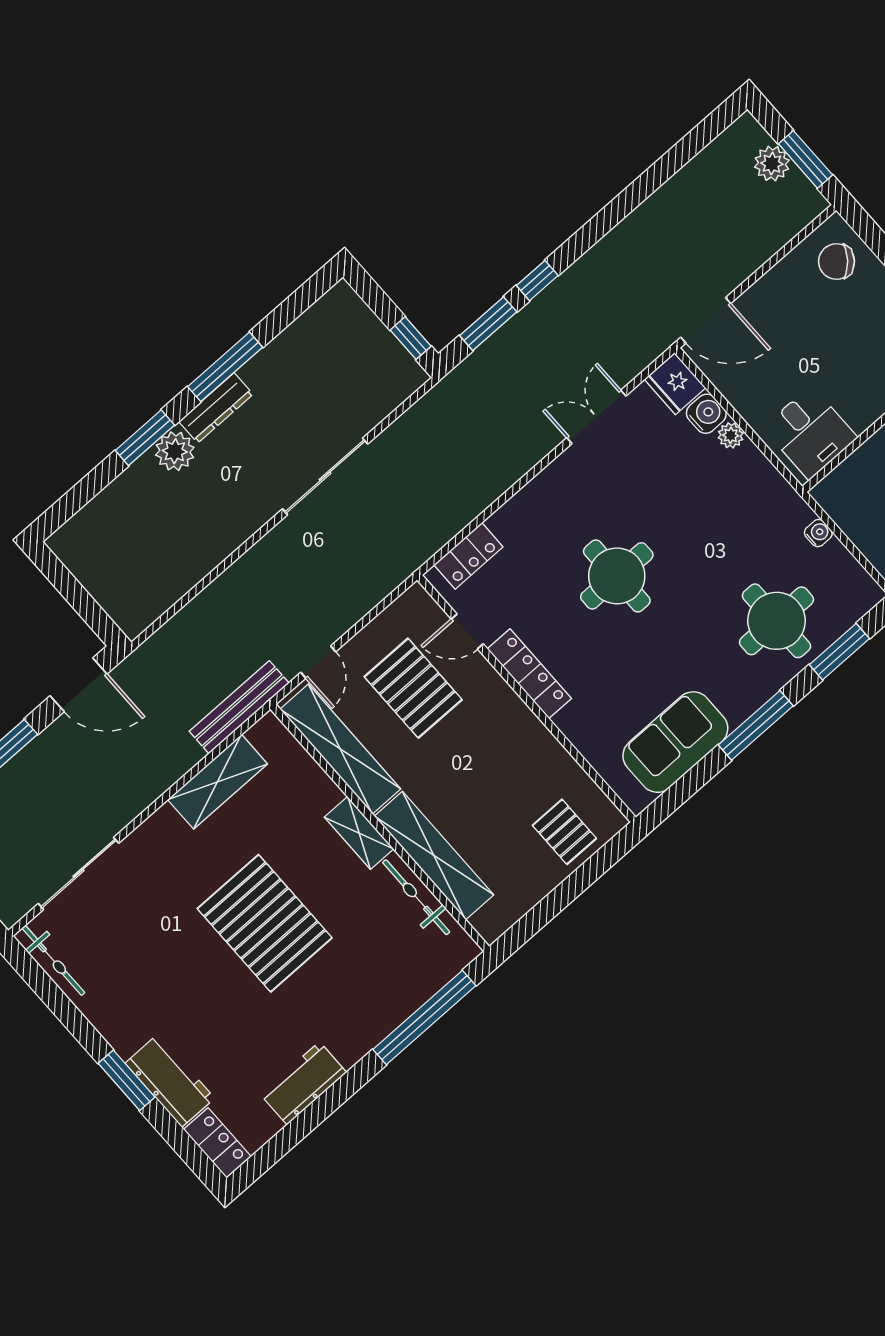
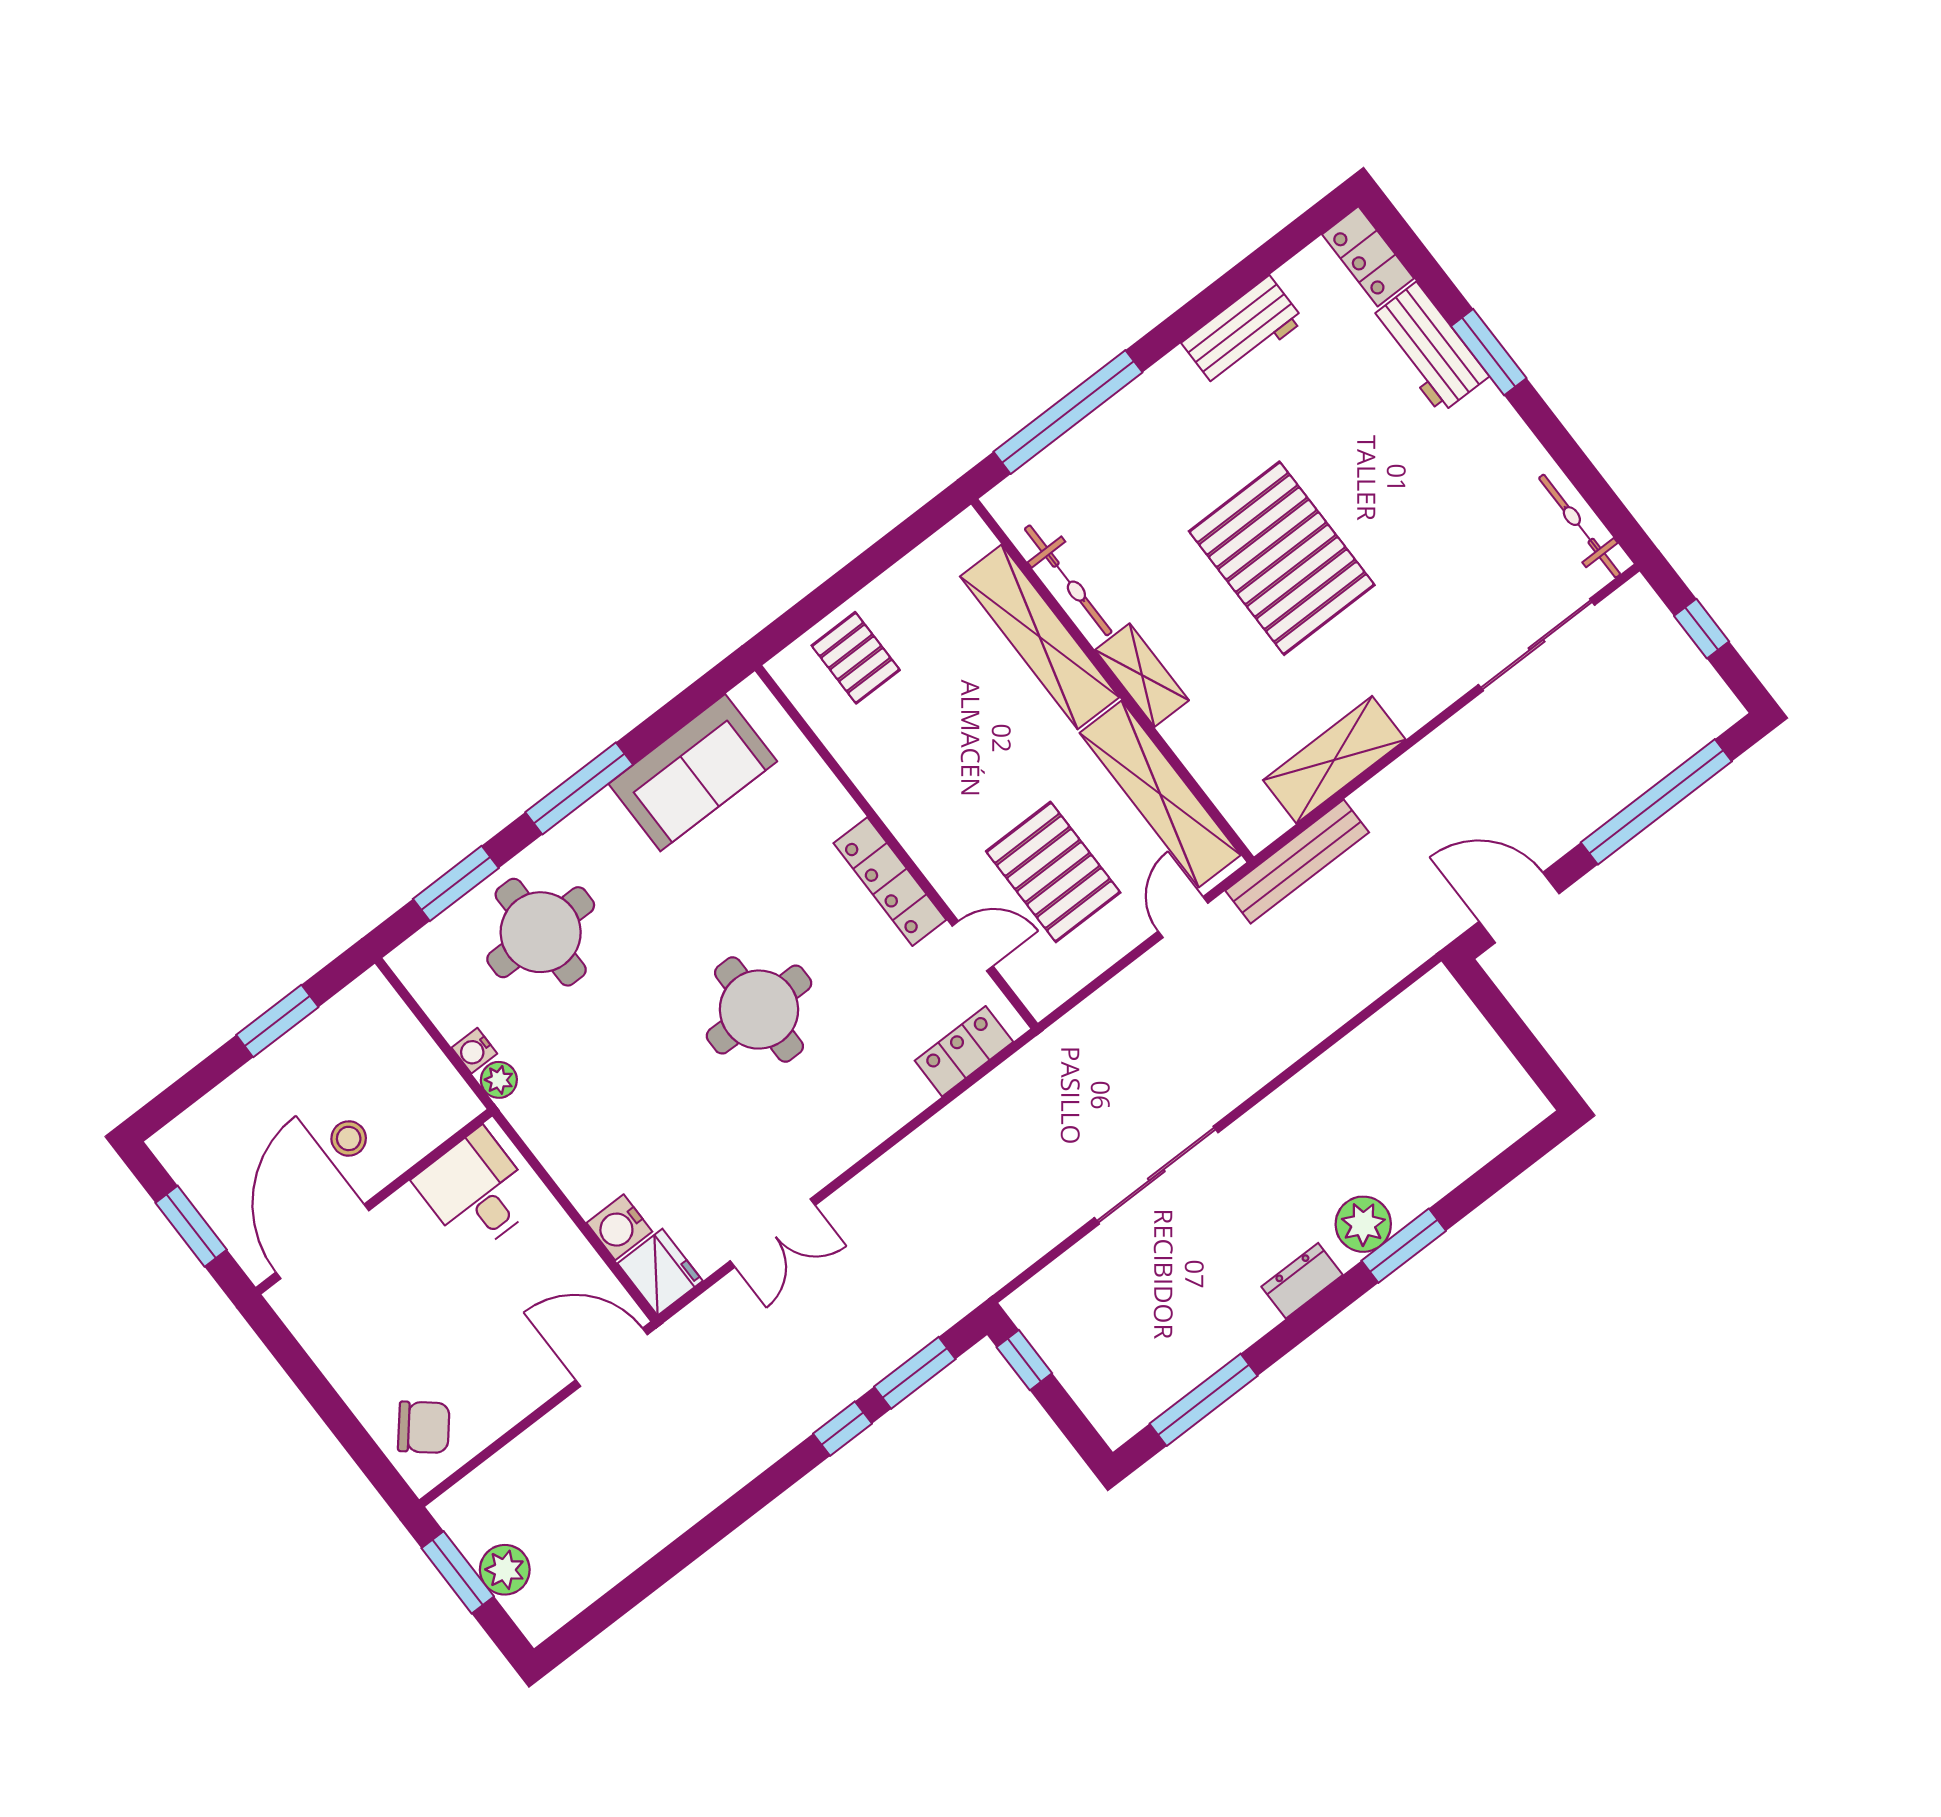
window: (225, 367) -> (1204, 1400), moved
dresser: (216, 408) -> (1302, 1281), width x0.70
plant: (731, 435) -> (499, 1080), moved

